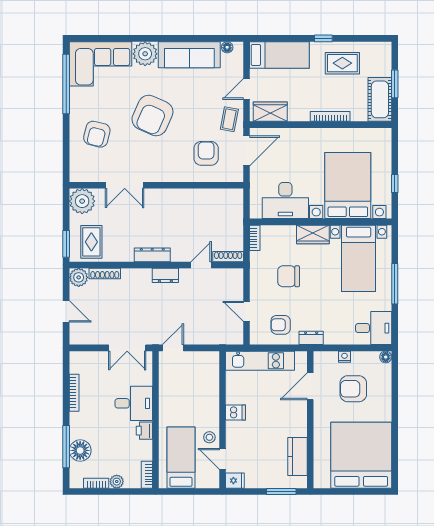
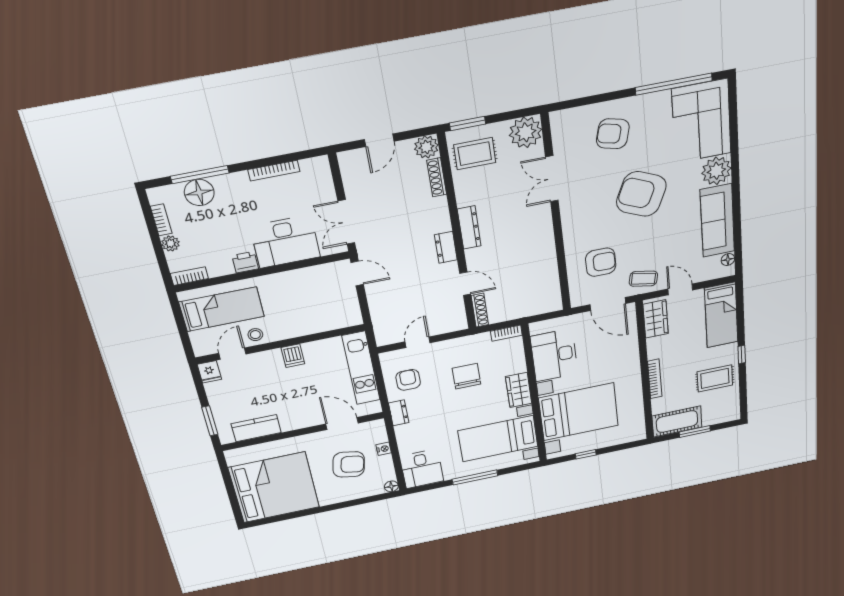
rug: (342, 63) -> (715, 378), turned 90
armchair: (353, 389) -> (349, 464), turned 101
desk: (134, 403) -> (285, 242), width x1.37

